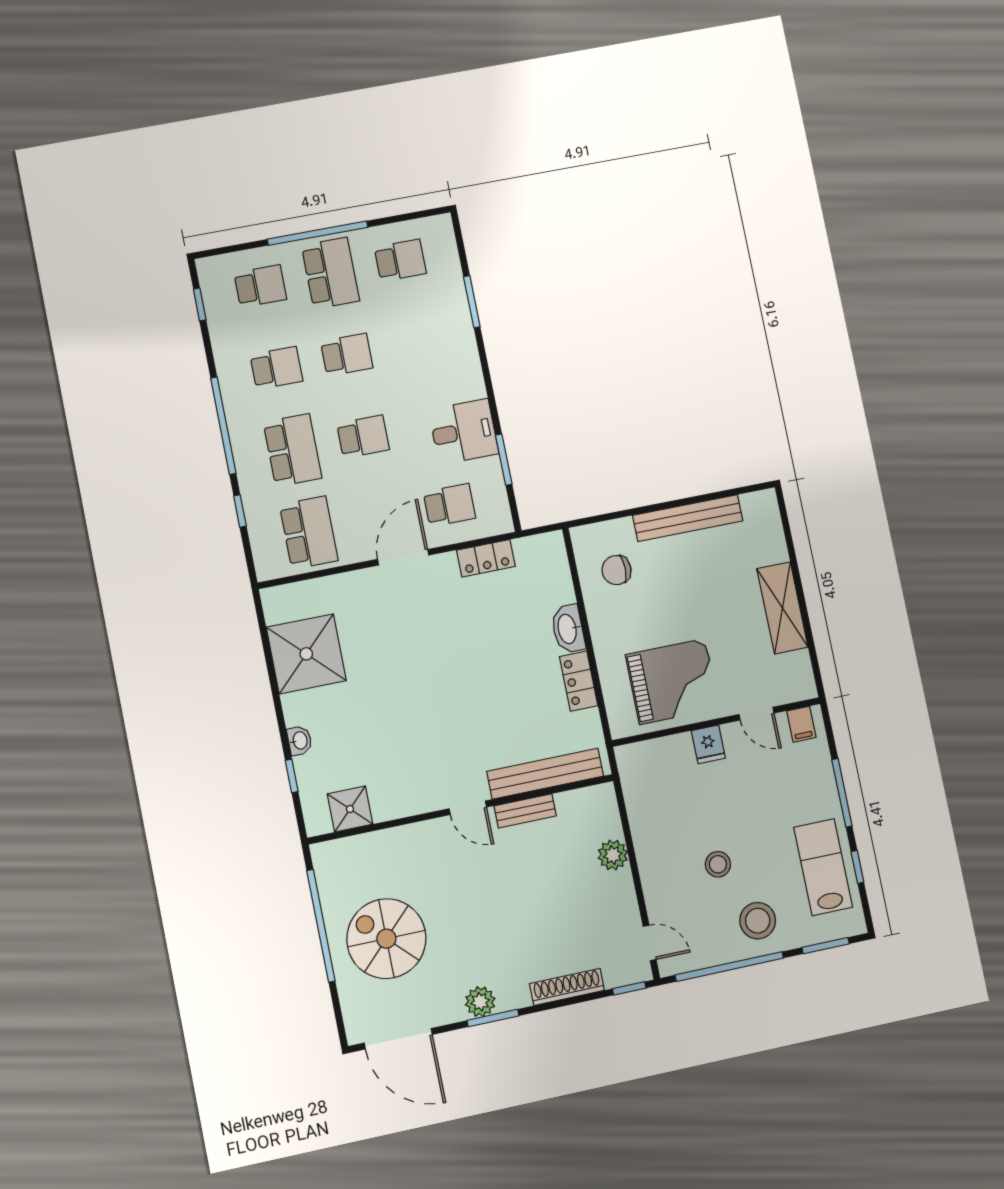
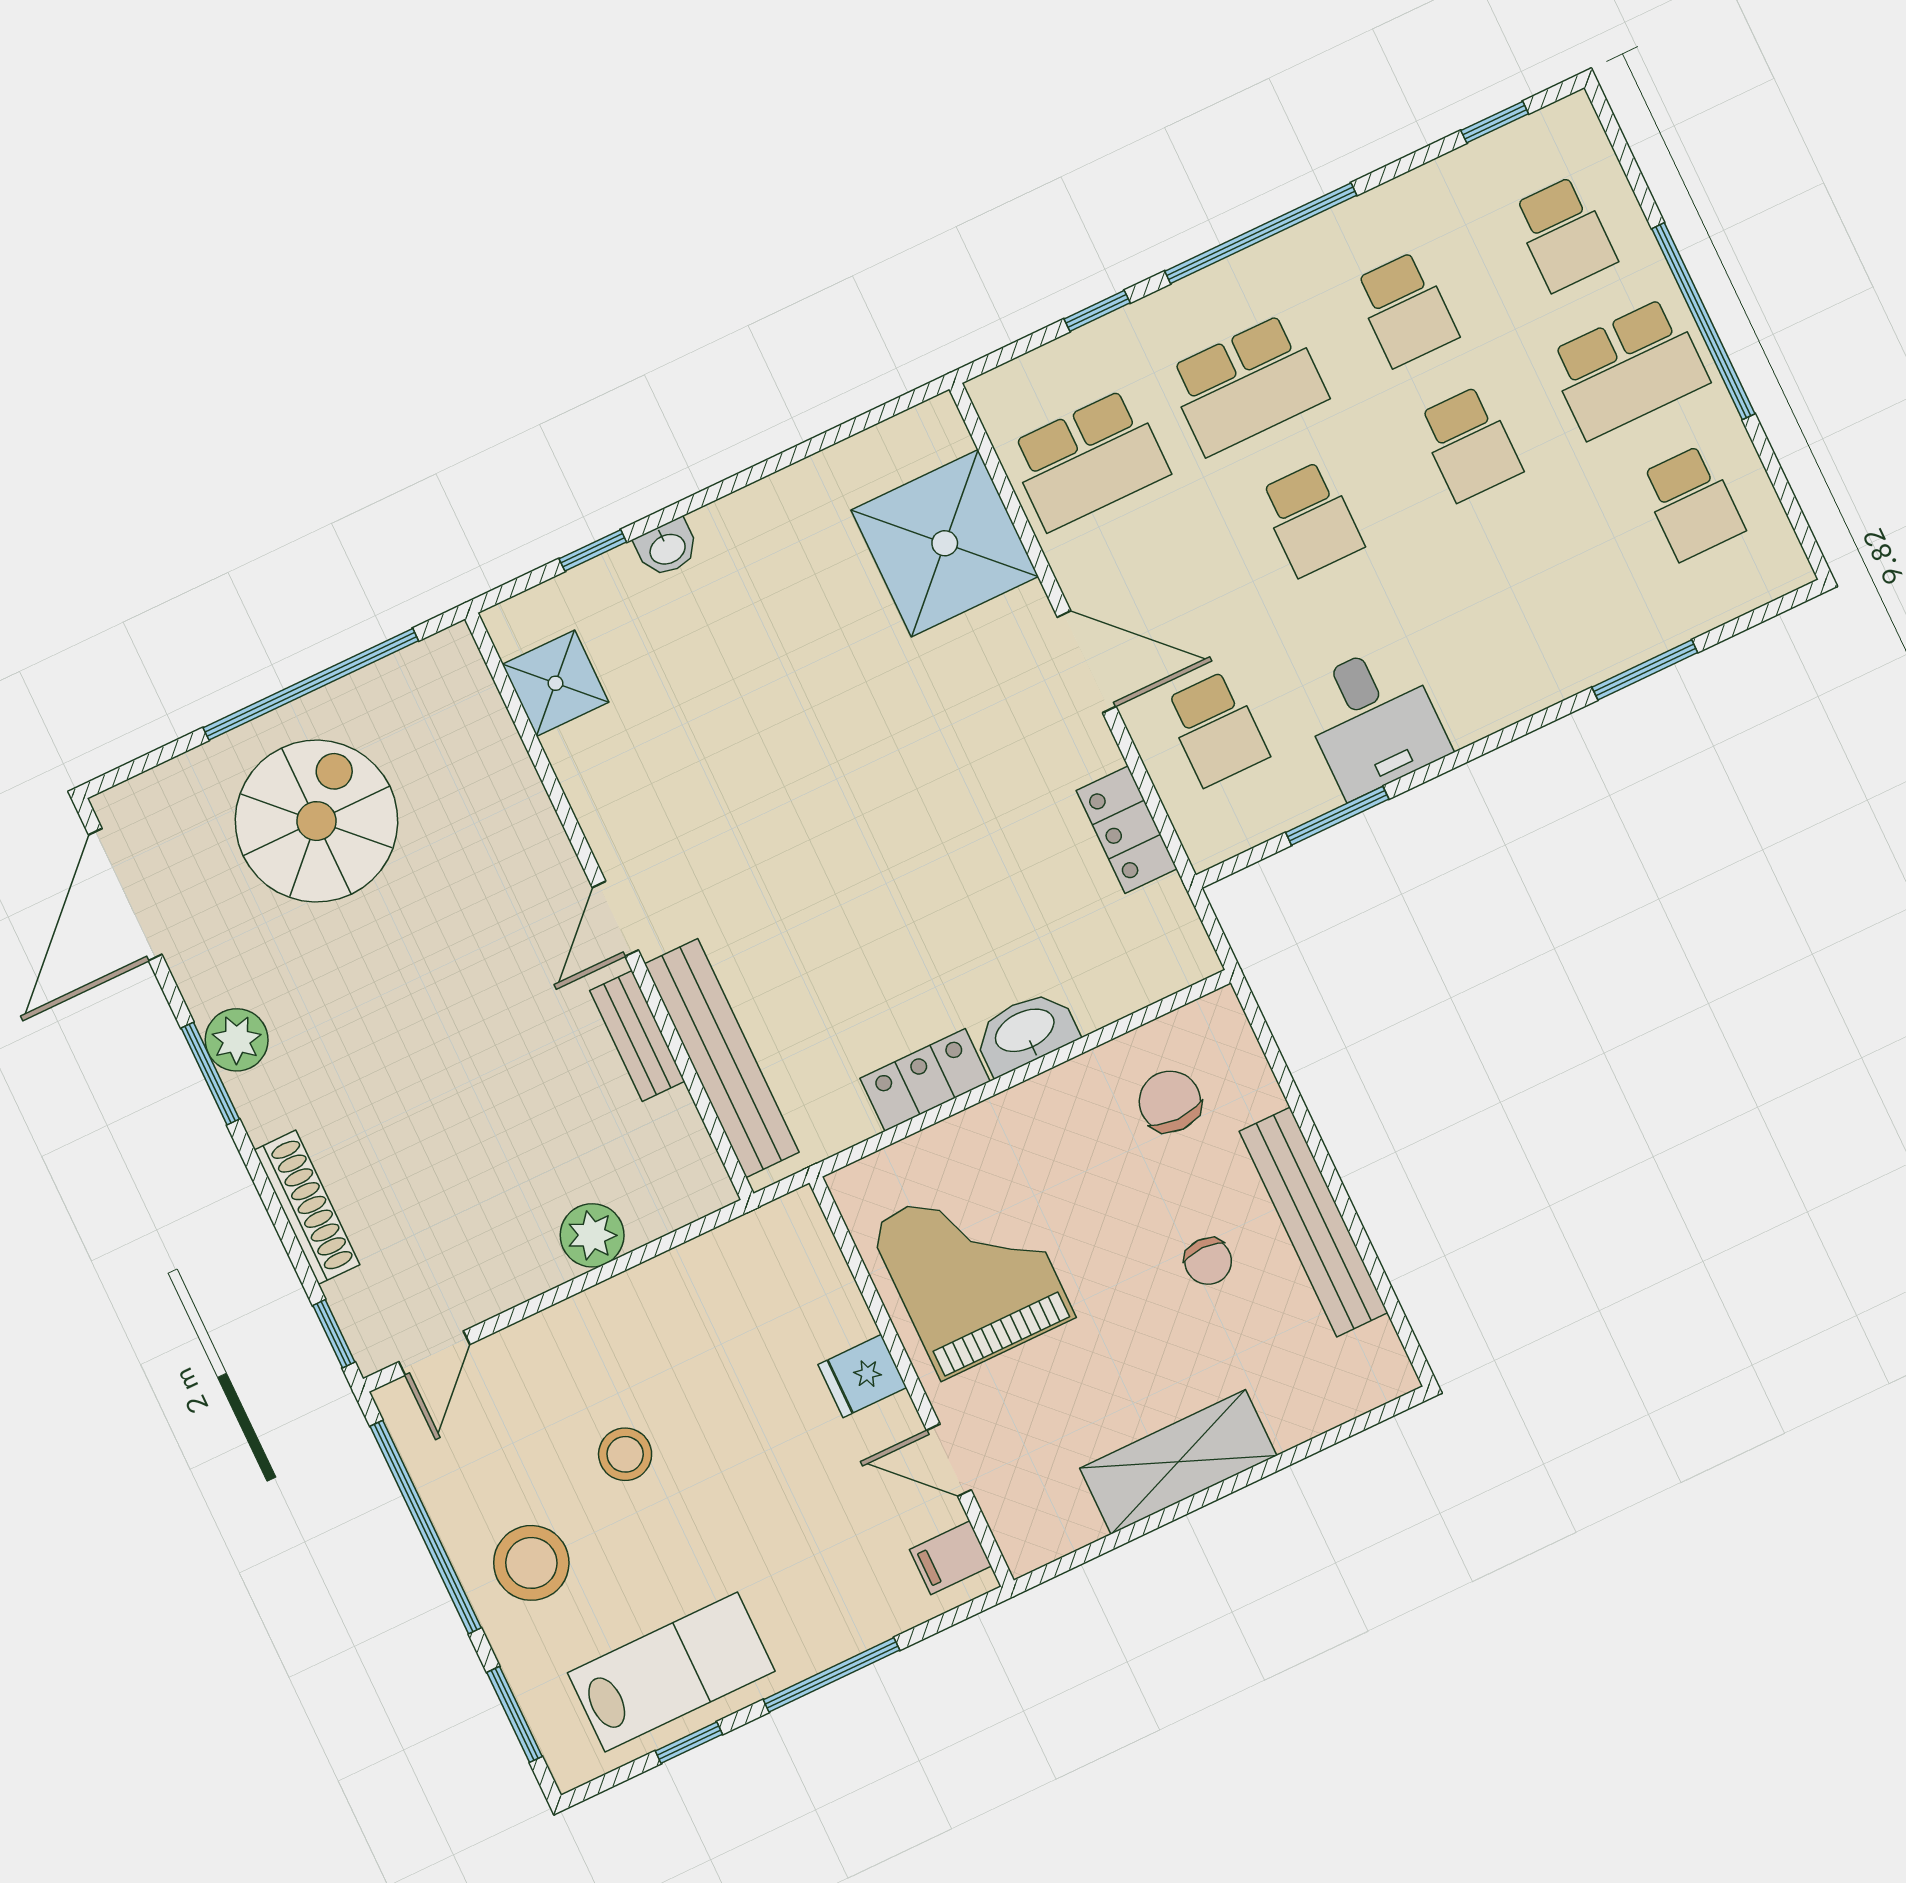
chair: (694, 571) -> (1208, 1261), added
shower: (306, 654) -> (945, 543), moved
grand piano: (672, 682) -> (972, 1272), turned 180
door: (757, 714) -> (949, 1460), hinge flipped

